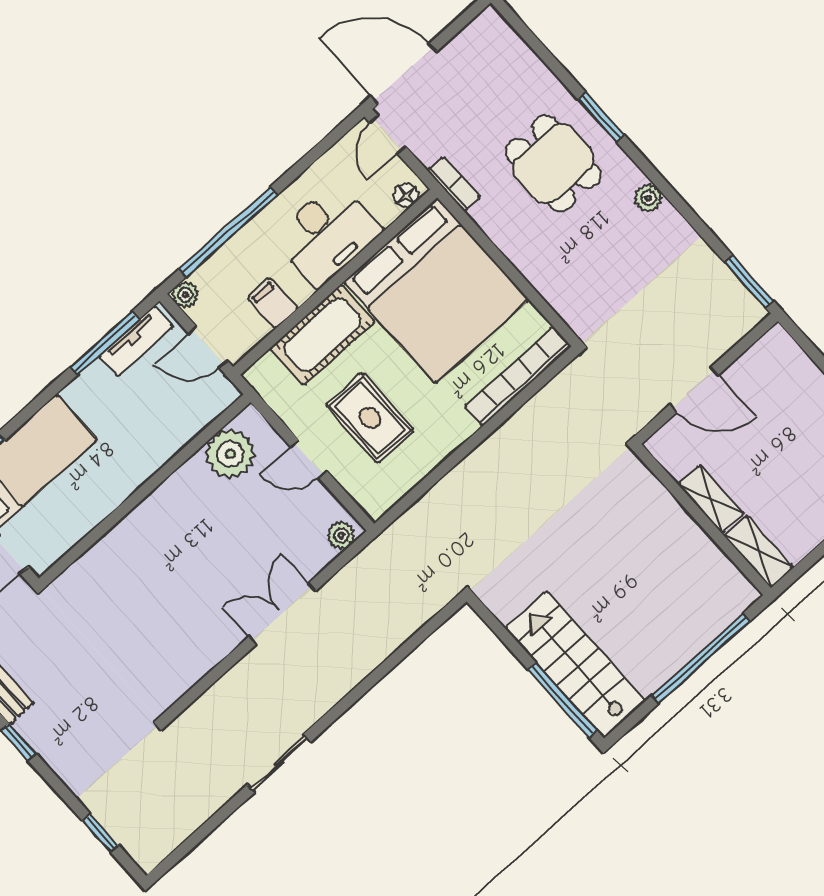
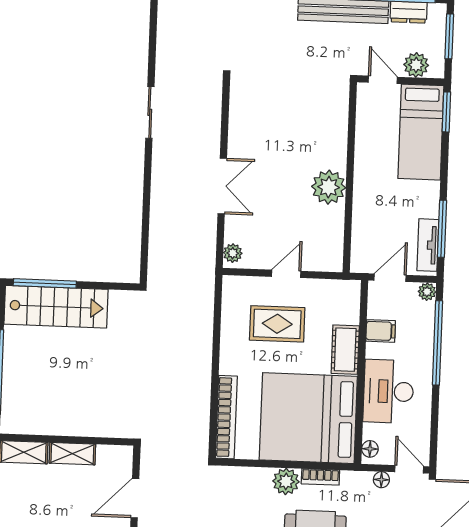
floor lamp: (426, 152) -> (381, 480), added
bookcase: (454, 184) -> (320, 477), moved
plant: (524, 250) -> (286, 481), added
cot: (323, 335) -> (345, 350), width x0.73, depth x0.75
plant: (230, 454) -> (329, 187), moved

